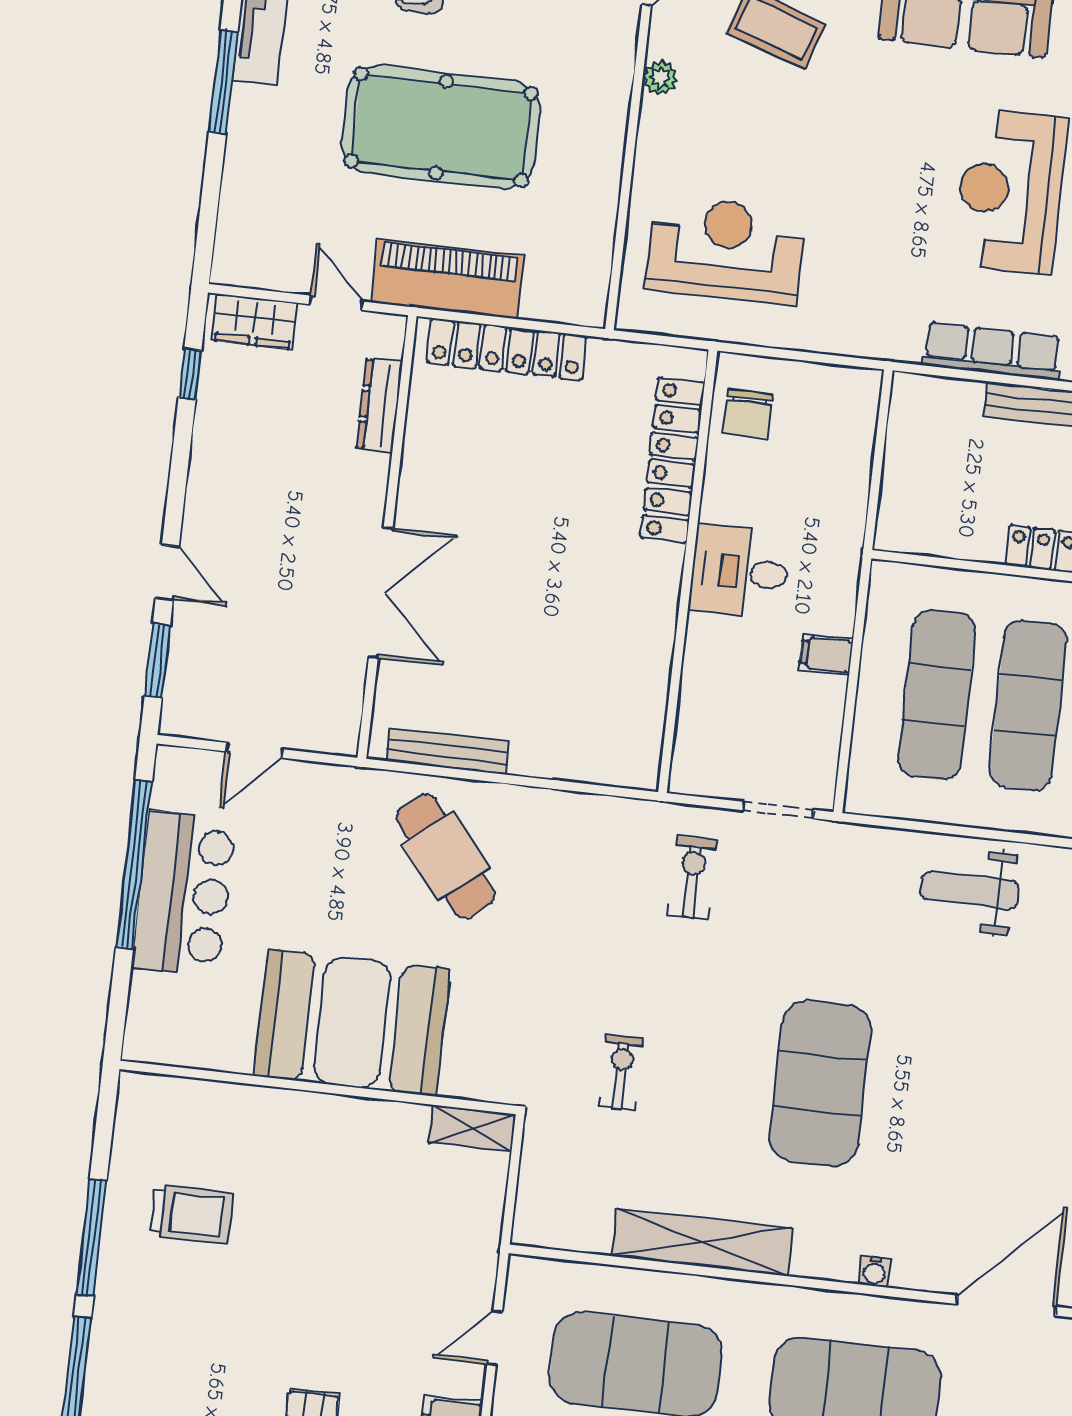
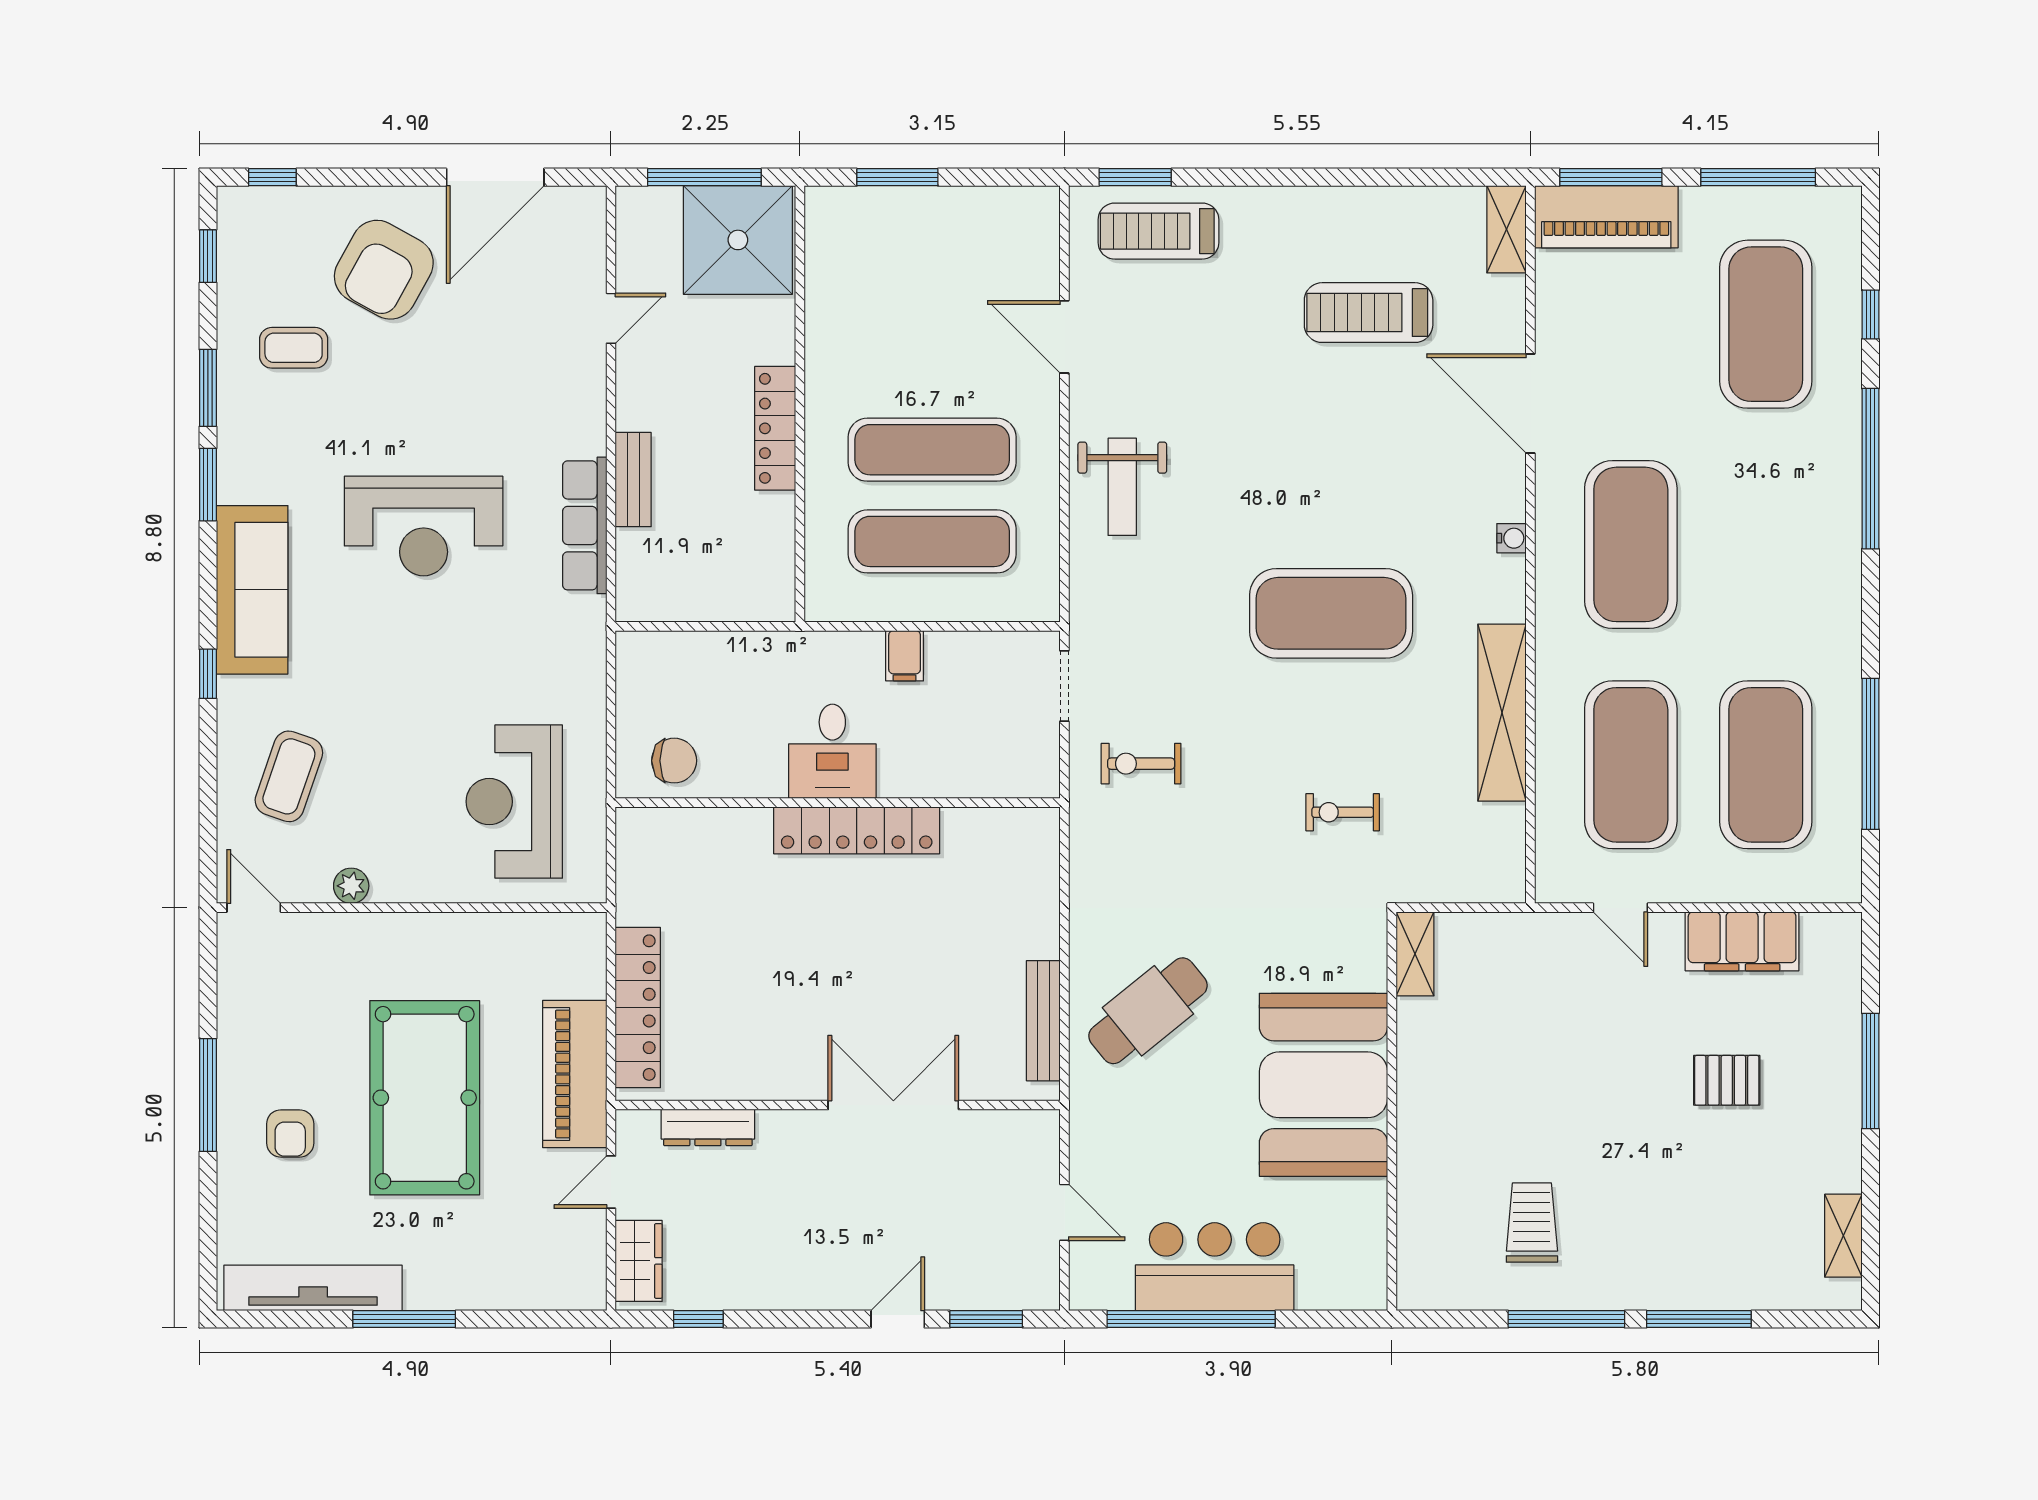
locker: (673, 460) -> (857, 830), moved

